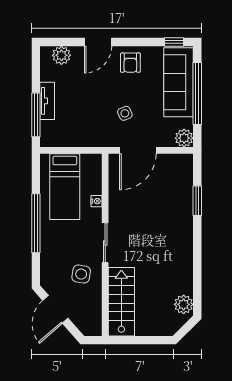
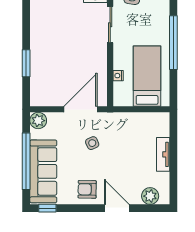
door: (98, 42) -> (117, 208), hinge flipped
armchair: (130, 63) -> (87, 189), turned -89
window: (36, 115) -> (173, 142), removed
nightstand: (96, 201) -> (118, 76), moved

